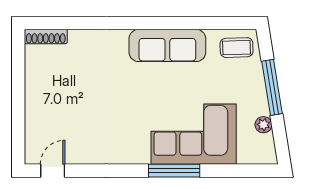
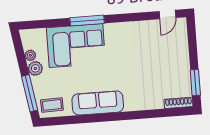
window: (18, 65) -> (195, 83), added
window: (272, 87) -> (30, 93), moved
plant: (257, 104) -> (35, 68), added

